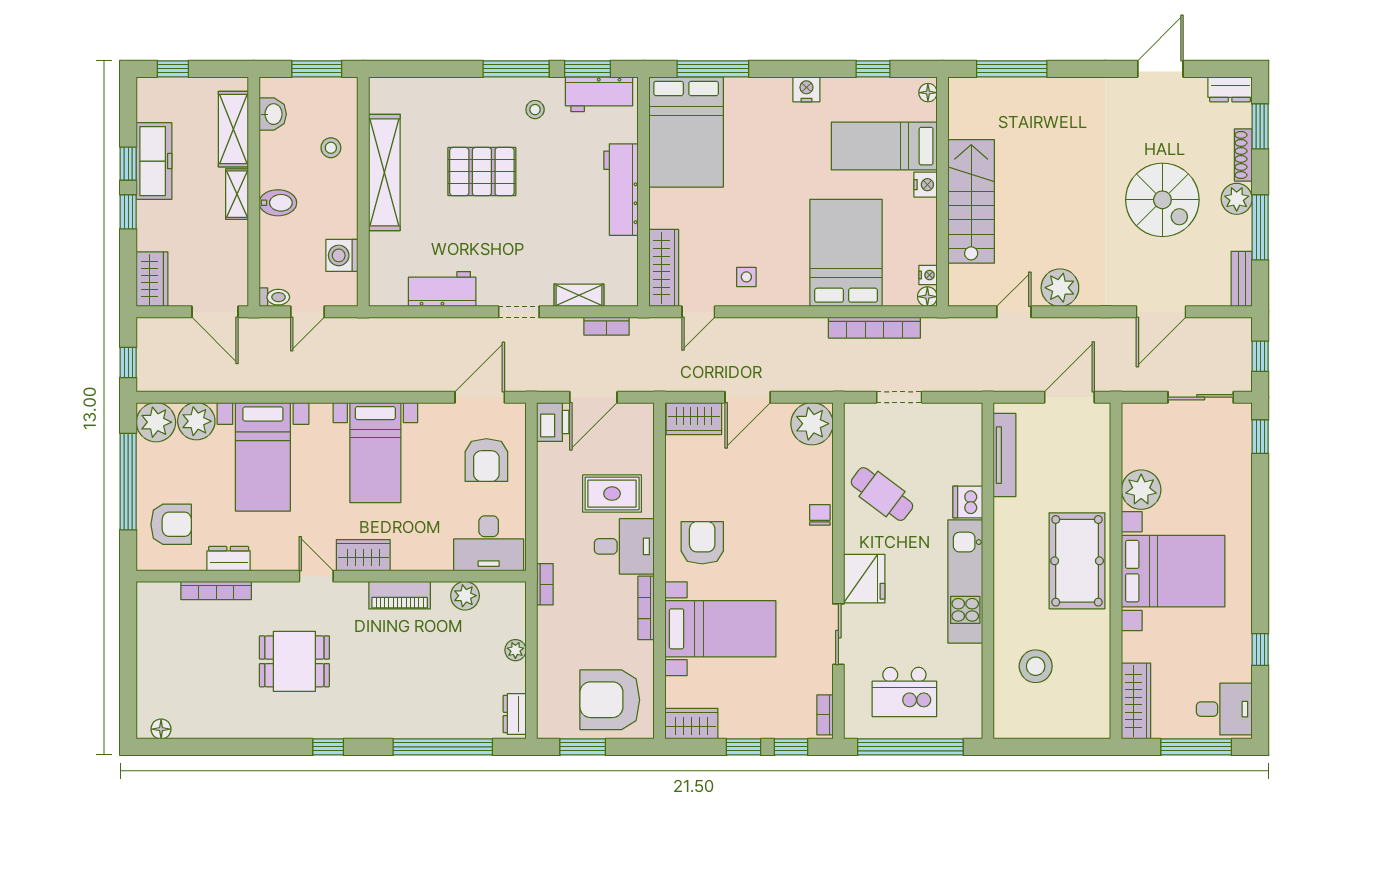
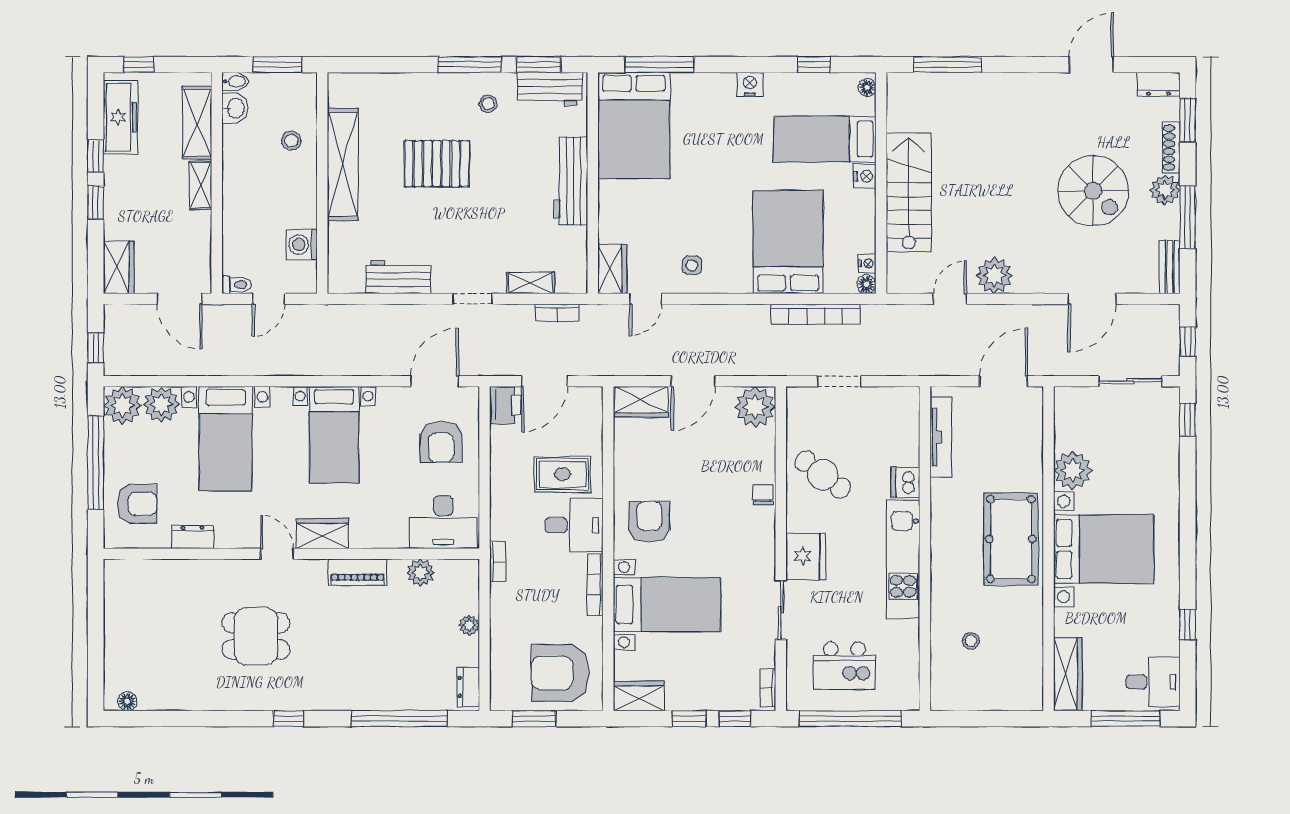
freezer: (154, 161) -> (121, 117), moved
bidet: (278, 203) -> (235, 81), moved, width x0.72, depth x0.74
wardrobe: (664, 268) -> (612, 269), width x0.67
bookcase: (216, 590) -> (180, 568), removed
stool: (1036, 666) -> (971, 641), width x0.53, depth x0.53

